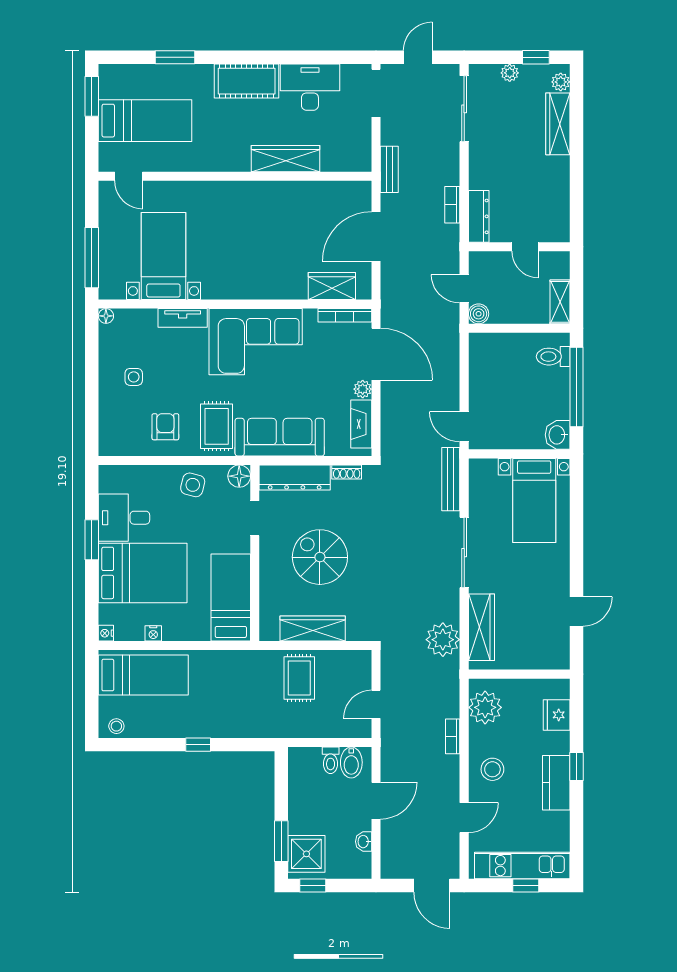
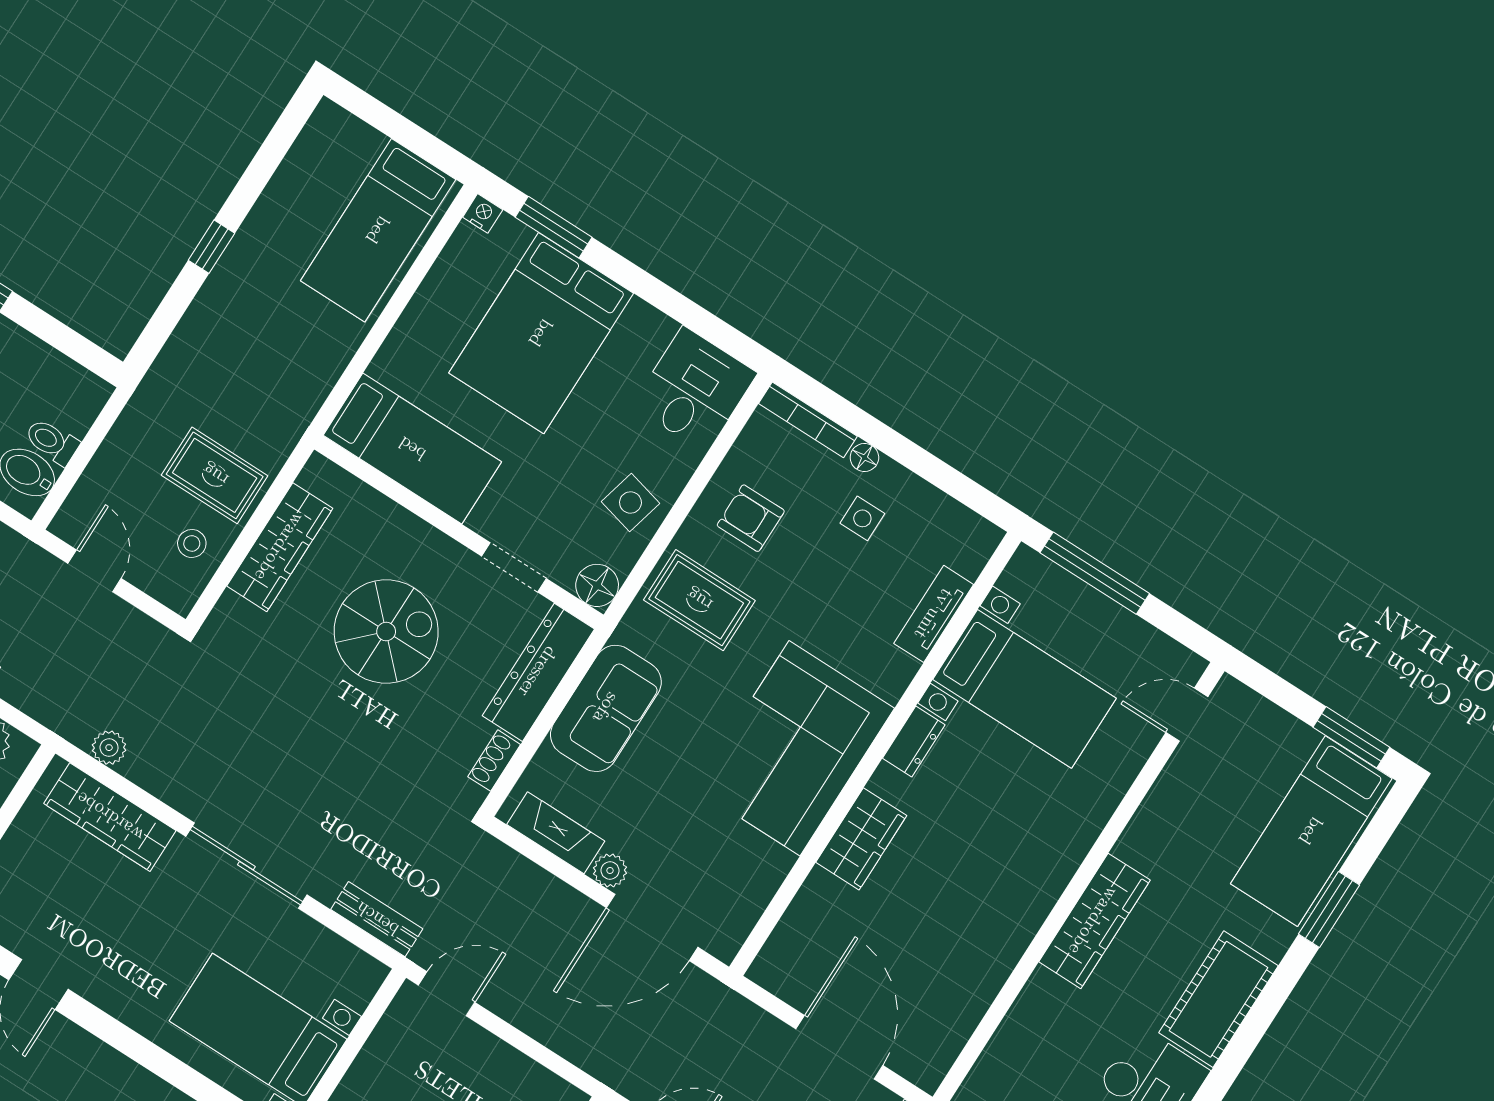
bed: (145, 121) -> (1311, 831), moved
wardrobe: (286, 159) -> (1094, 921), moved
wardrobe: (332, 286) -> (861, 839), moved
dresser: (218, 290) -> (914, 742), added
bookcase: (345, 315) -> (808, 420), moved, turned -90
floor lamp: (106, 316) -> (864, 458), moved
tv unit: (183, 318) -> (934, 614), moved
armchair: (165, 427) -> (751, 518), turned 180
sofa: (280, 437) -> (606, 708), width x0.73
bench: (451, 479) -> (377, 919), width x0.73
desk: (124, 518) -> (695, 389), moved
window: (92, 540) -> (554, 227), moved
nightstand: (153, 633) -> (434, 289), removed
plant: (443, 640) -> (109, 748), width x0.53, depth x0.53
stool: (116, 726) -> (192, 543), moved

